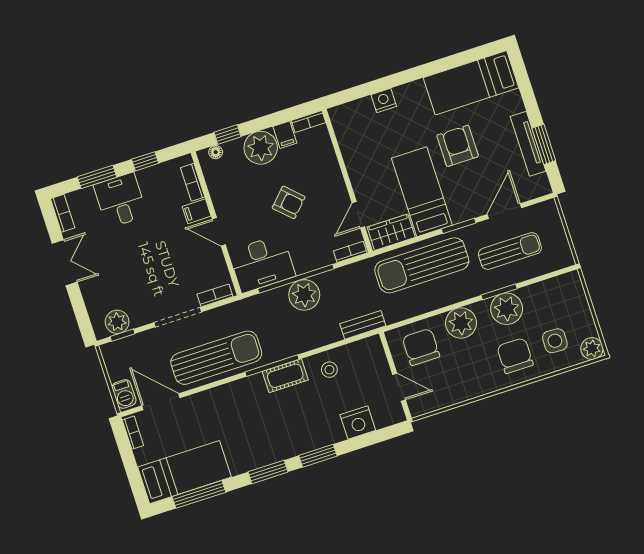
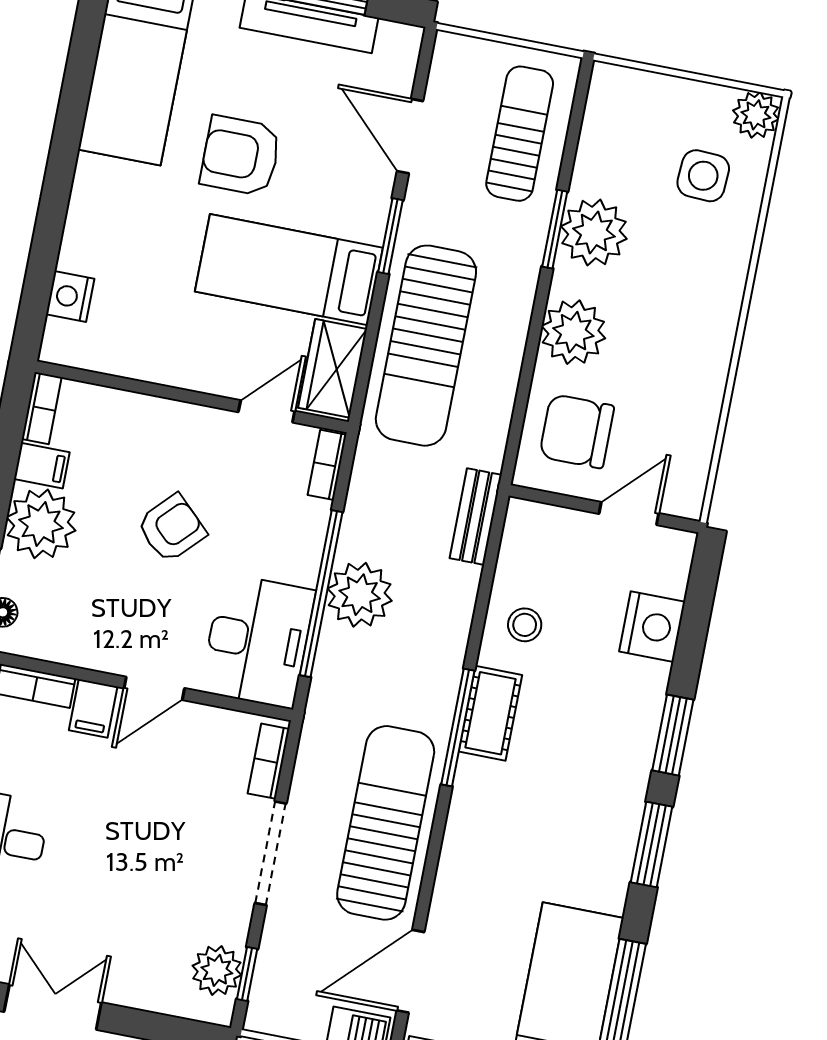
nightstand: (384, 100) -> (70, 297), moved
door: (358, 215) -> (267, 411), swing flipped
sun lounger: (510, 251) -> (520, 134), moved
chair: (515, 356) -> (690, 265), removed

